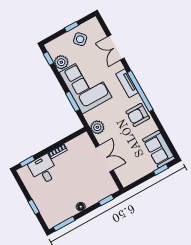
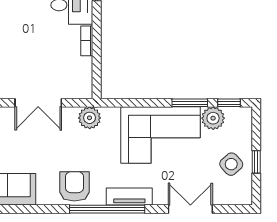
window: (73, 101) -> (190, 103), moved

